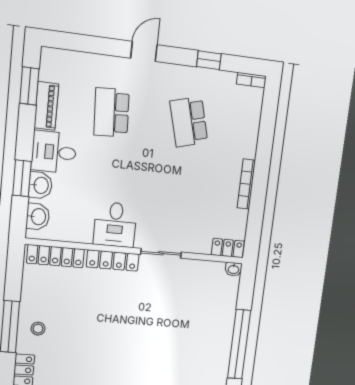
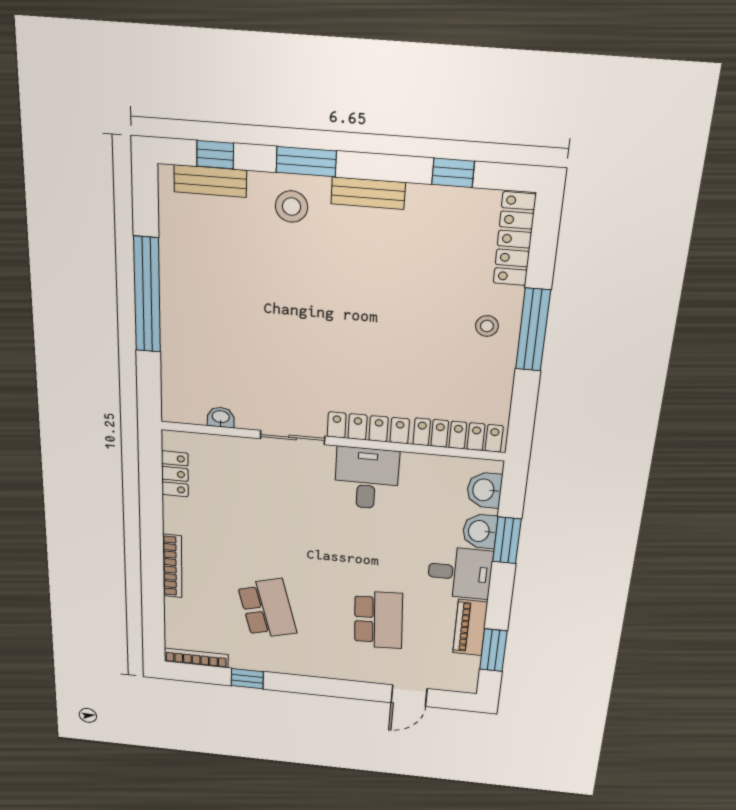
door: (144, 51) -> (409, 696), moved
bookcase: (251, 80) -> (196, 658), width x1.56
bookcase: (246, 184) -> (172, 566), moved
locker: (228, 248) -> (175, 474), moved, turned -90
washbasin: (233, 269) -> (221, 417), moved

